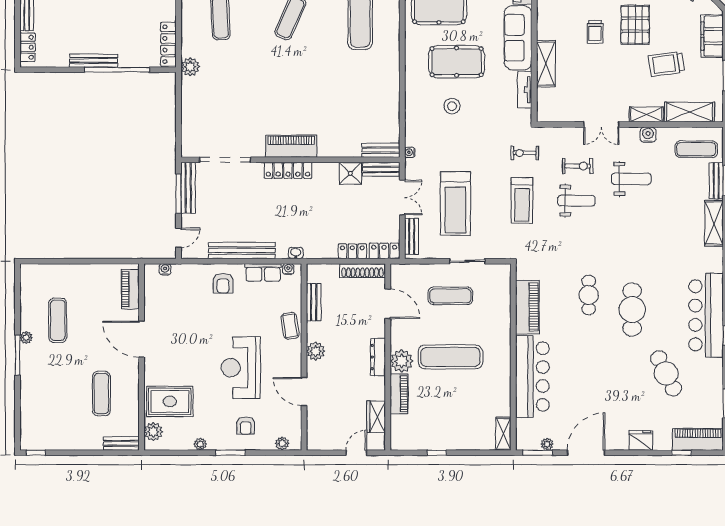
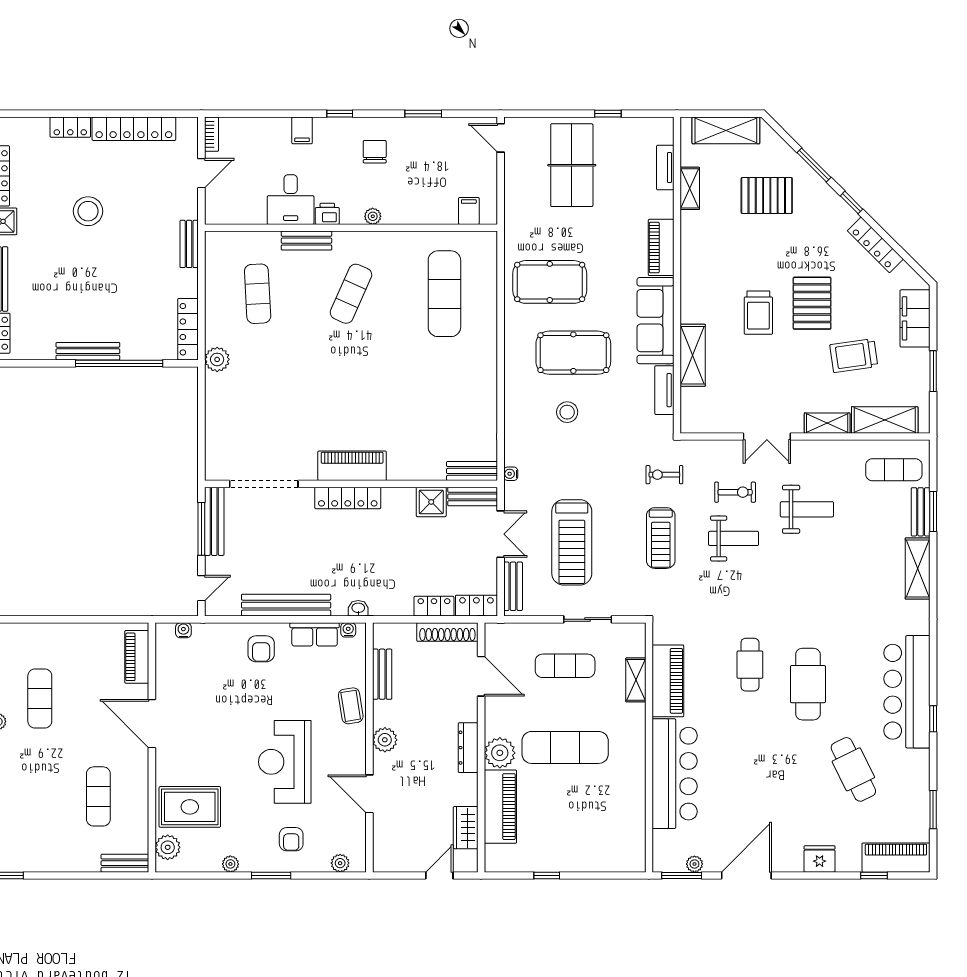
trolley: (595, 32) -> (758, 313), width x1.36, depth x1.39
water cooler: (648, 135) -> (829, 450), removed
piano: (399, 394) -> (500, 807), width x1.37, depth x1.33
shelving: (503, 434) -> (636, 680), moved

